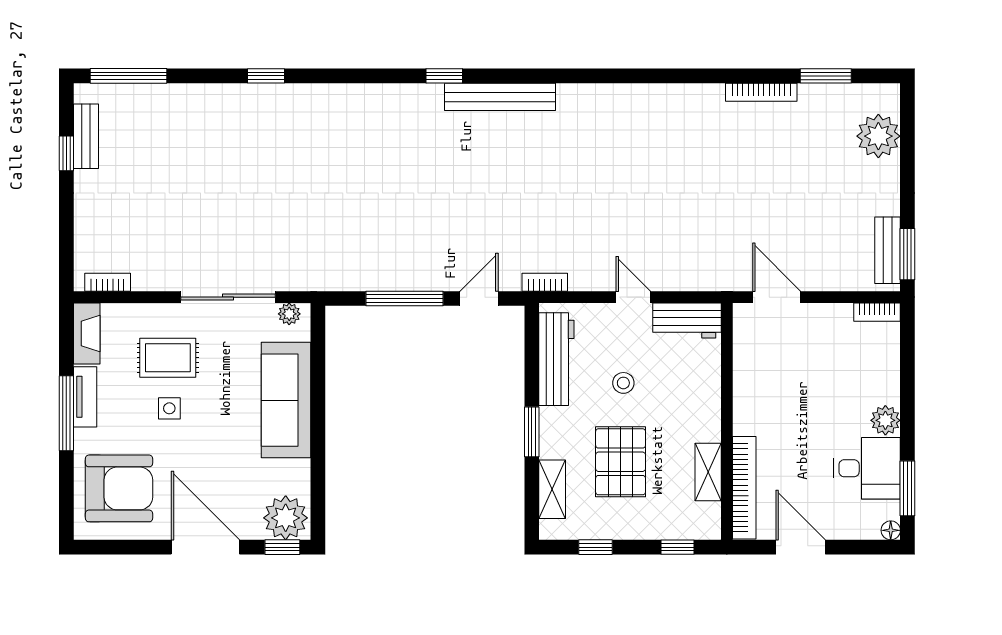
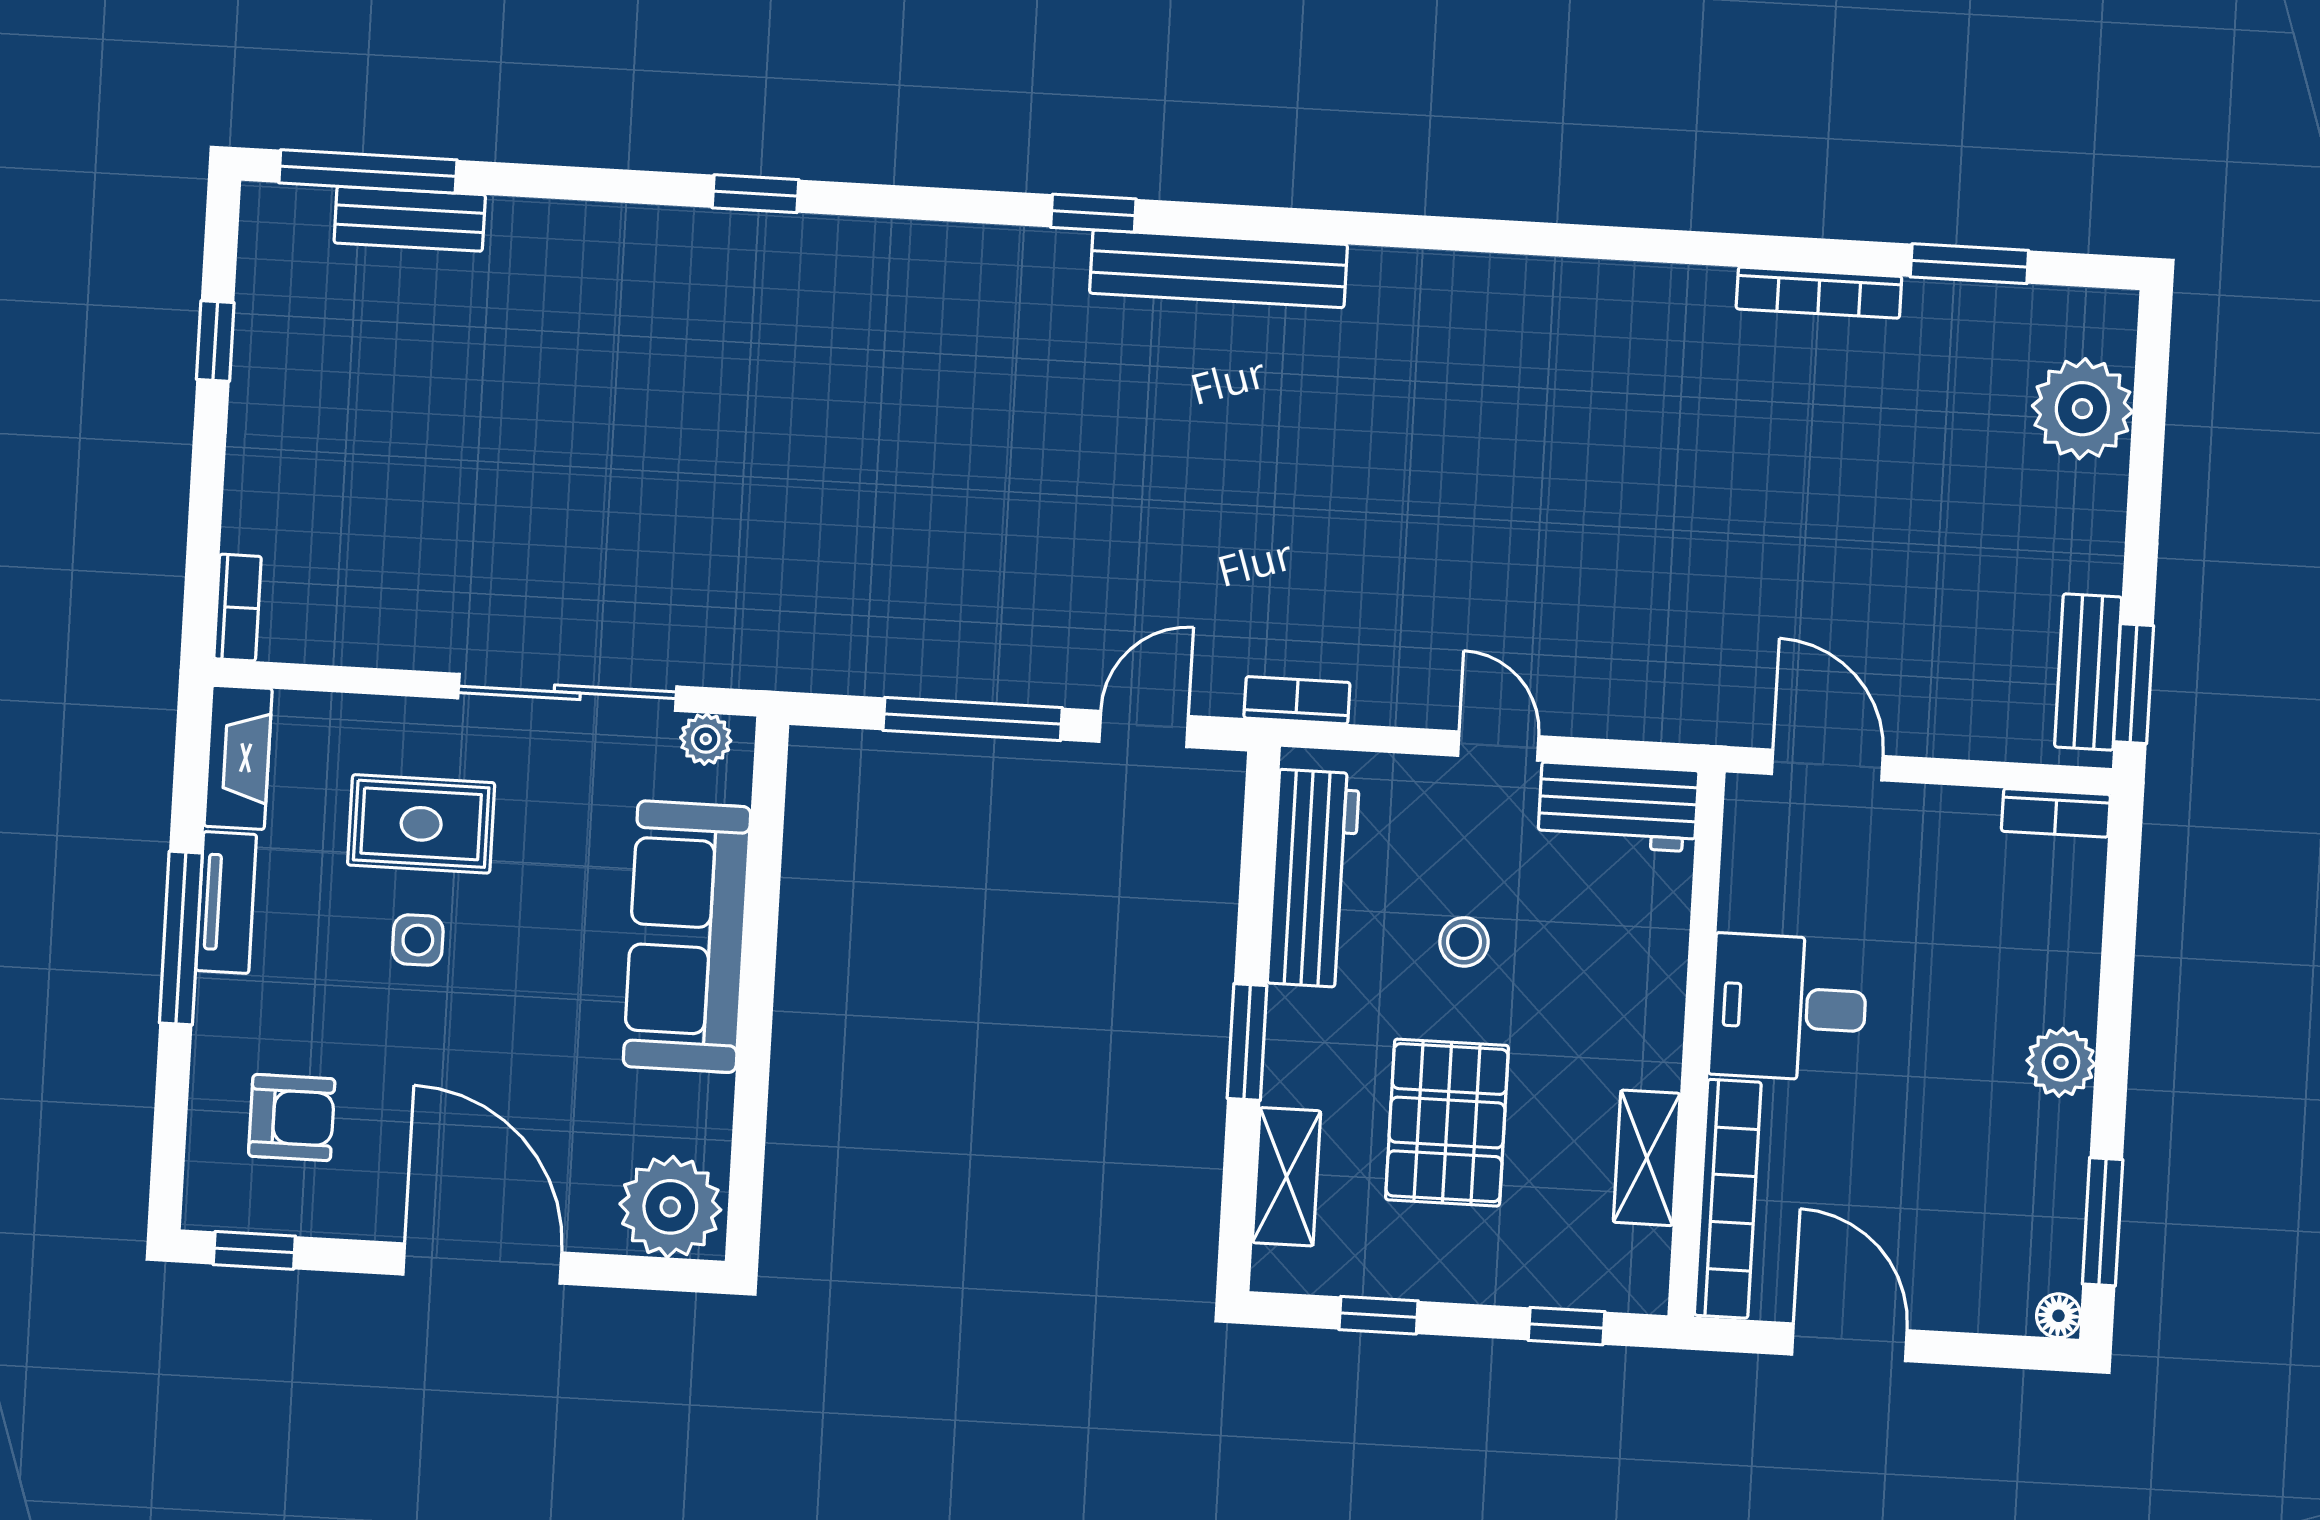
window: (266, 76) -> (755, 194), moved
bench: (86, 136) -> (410, 219), moved, turned 90
bookcase: (108, 282) -> (238, 608), moved, turned 90
desk: (867, 468) -> (1788, 1008), moved, turned 180
armchair: (119, 488) -> (292, 1117), width x0.53, depth x0.53
window: (282, 547) -> (254, 1250), moved

